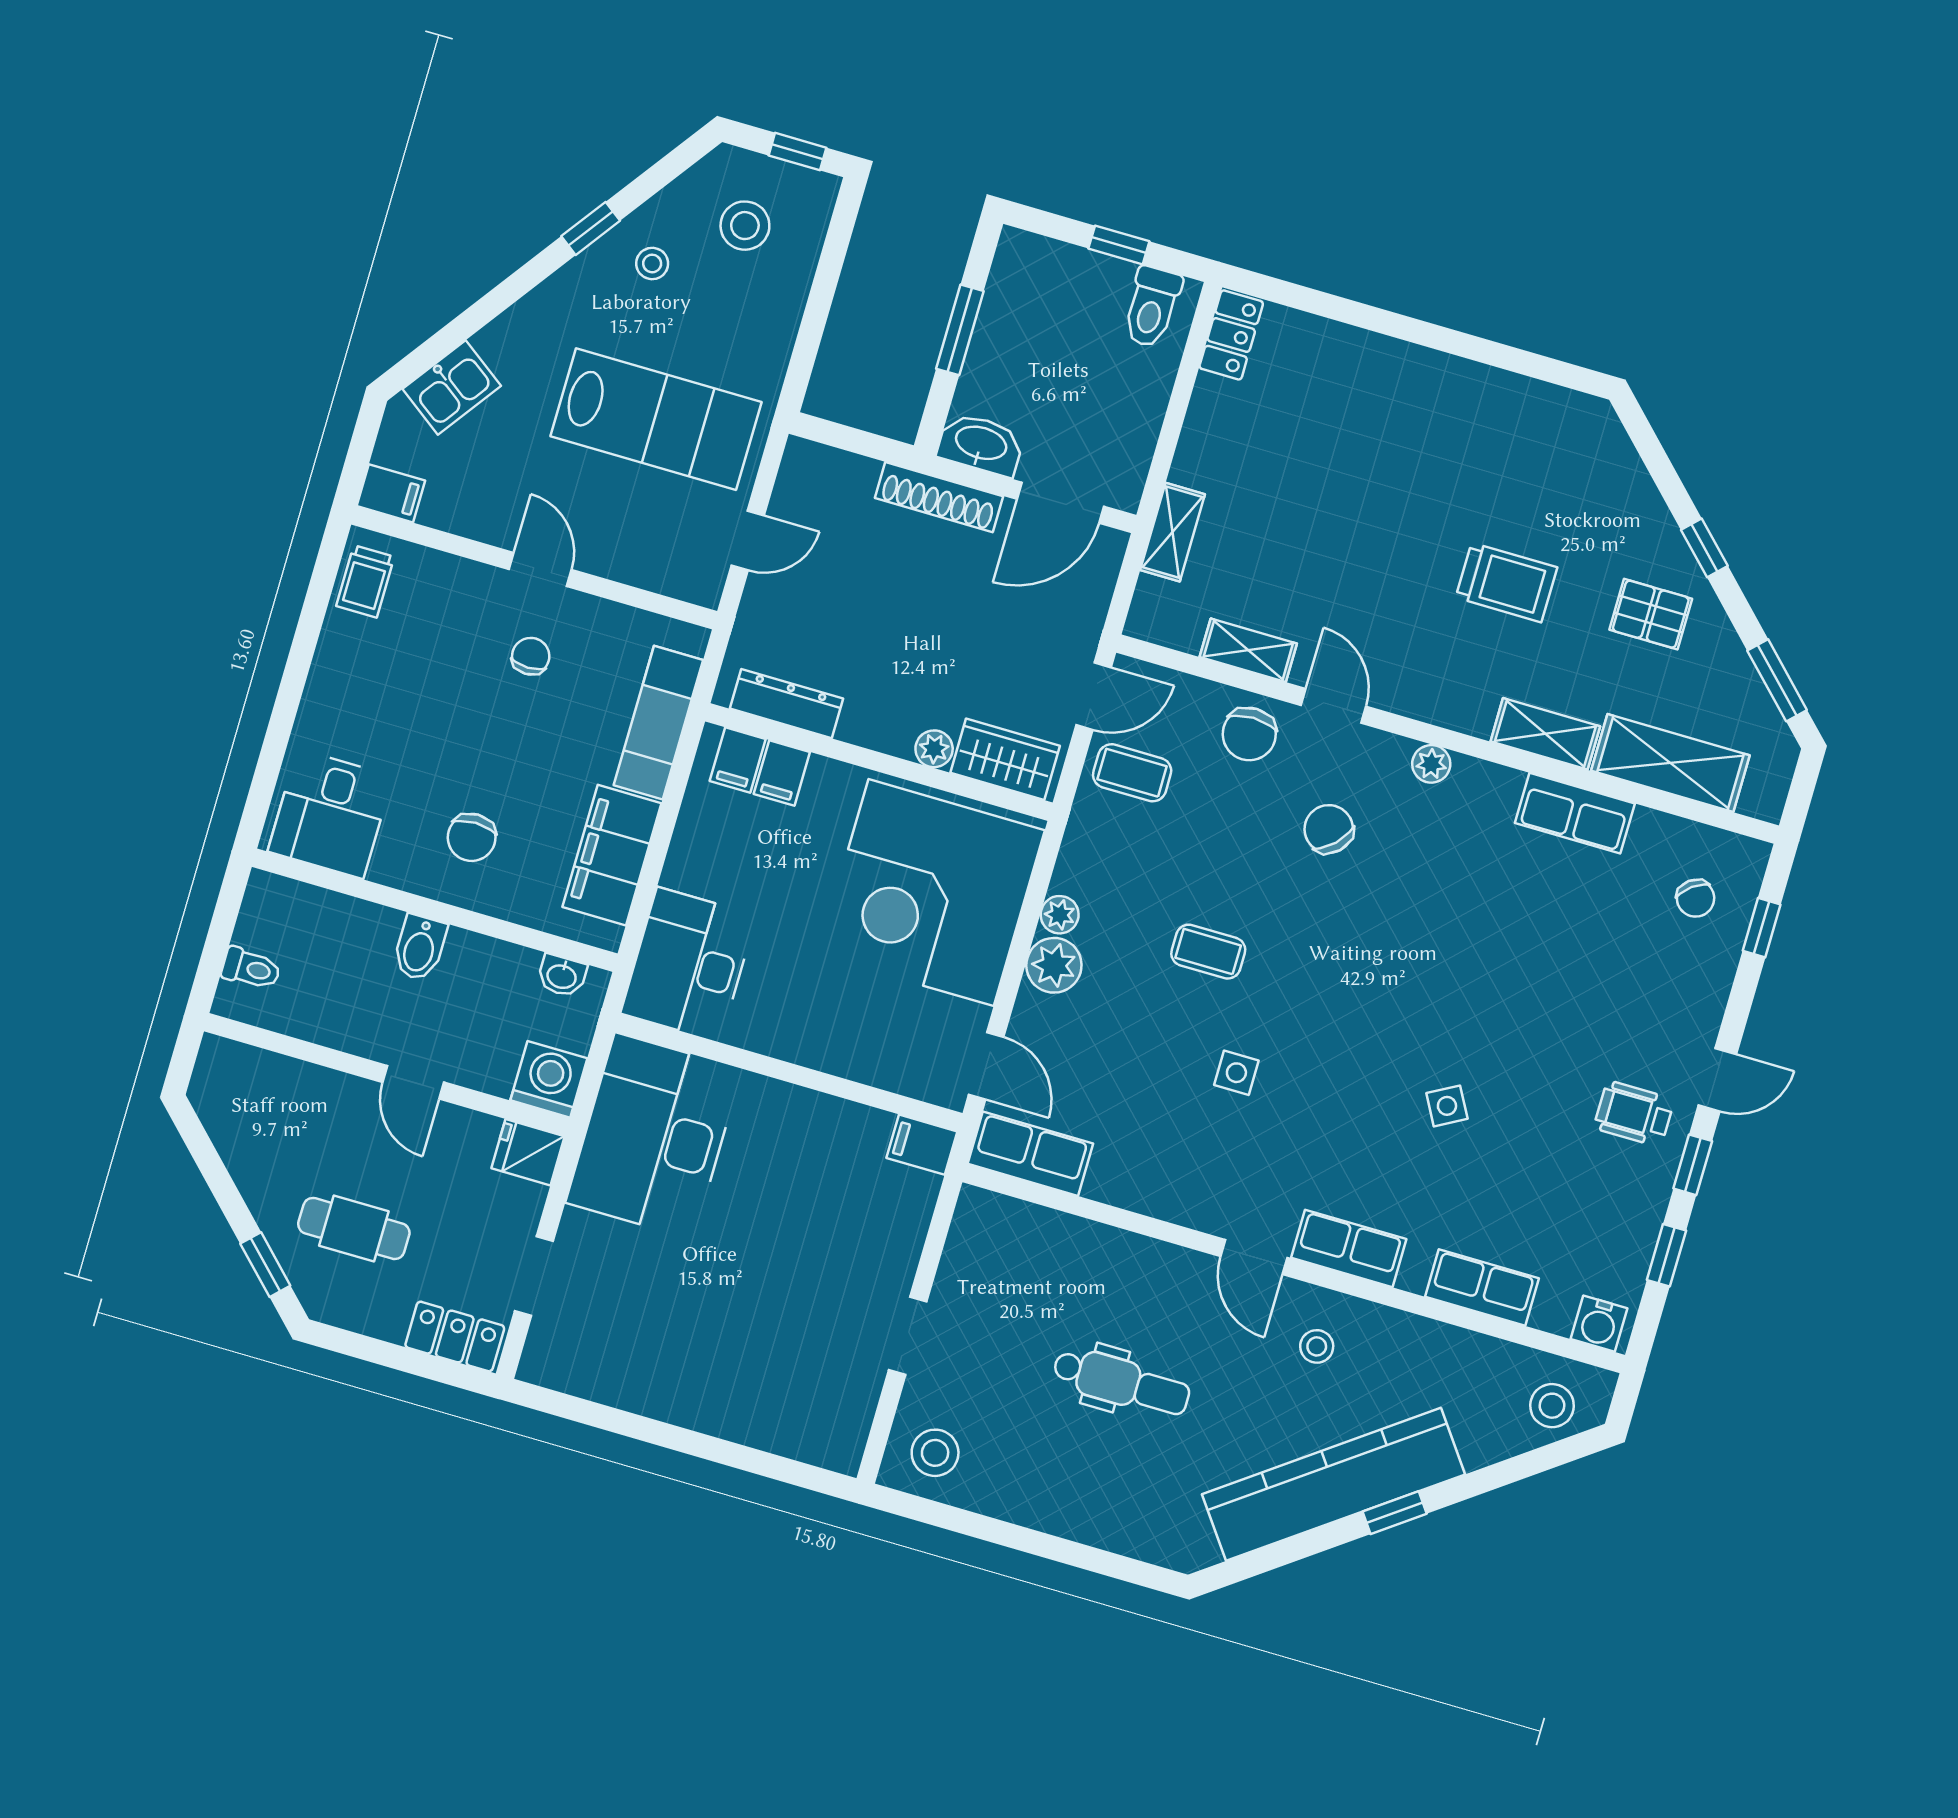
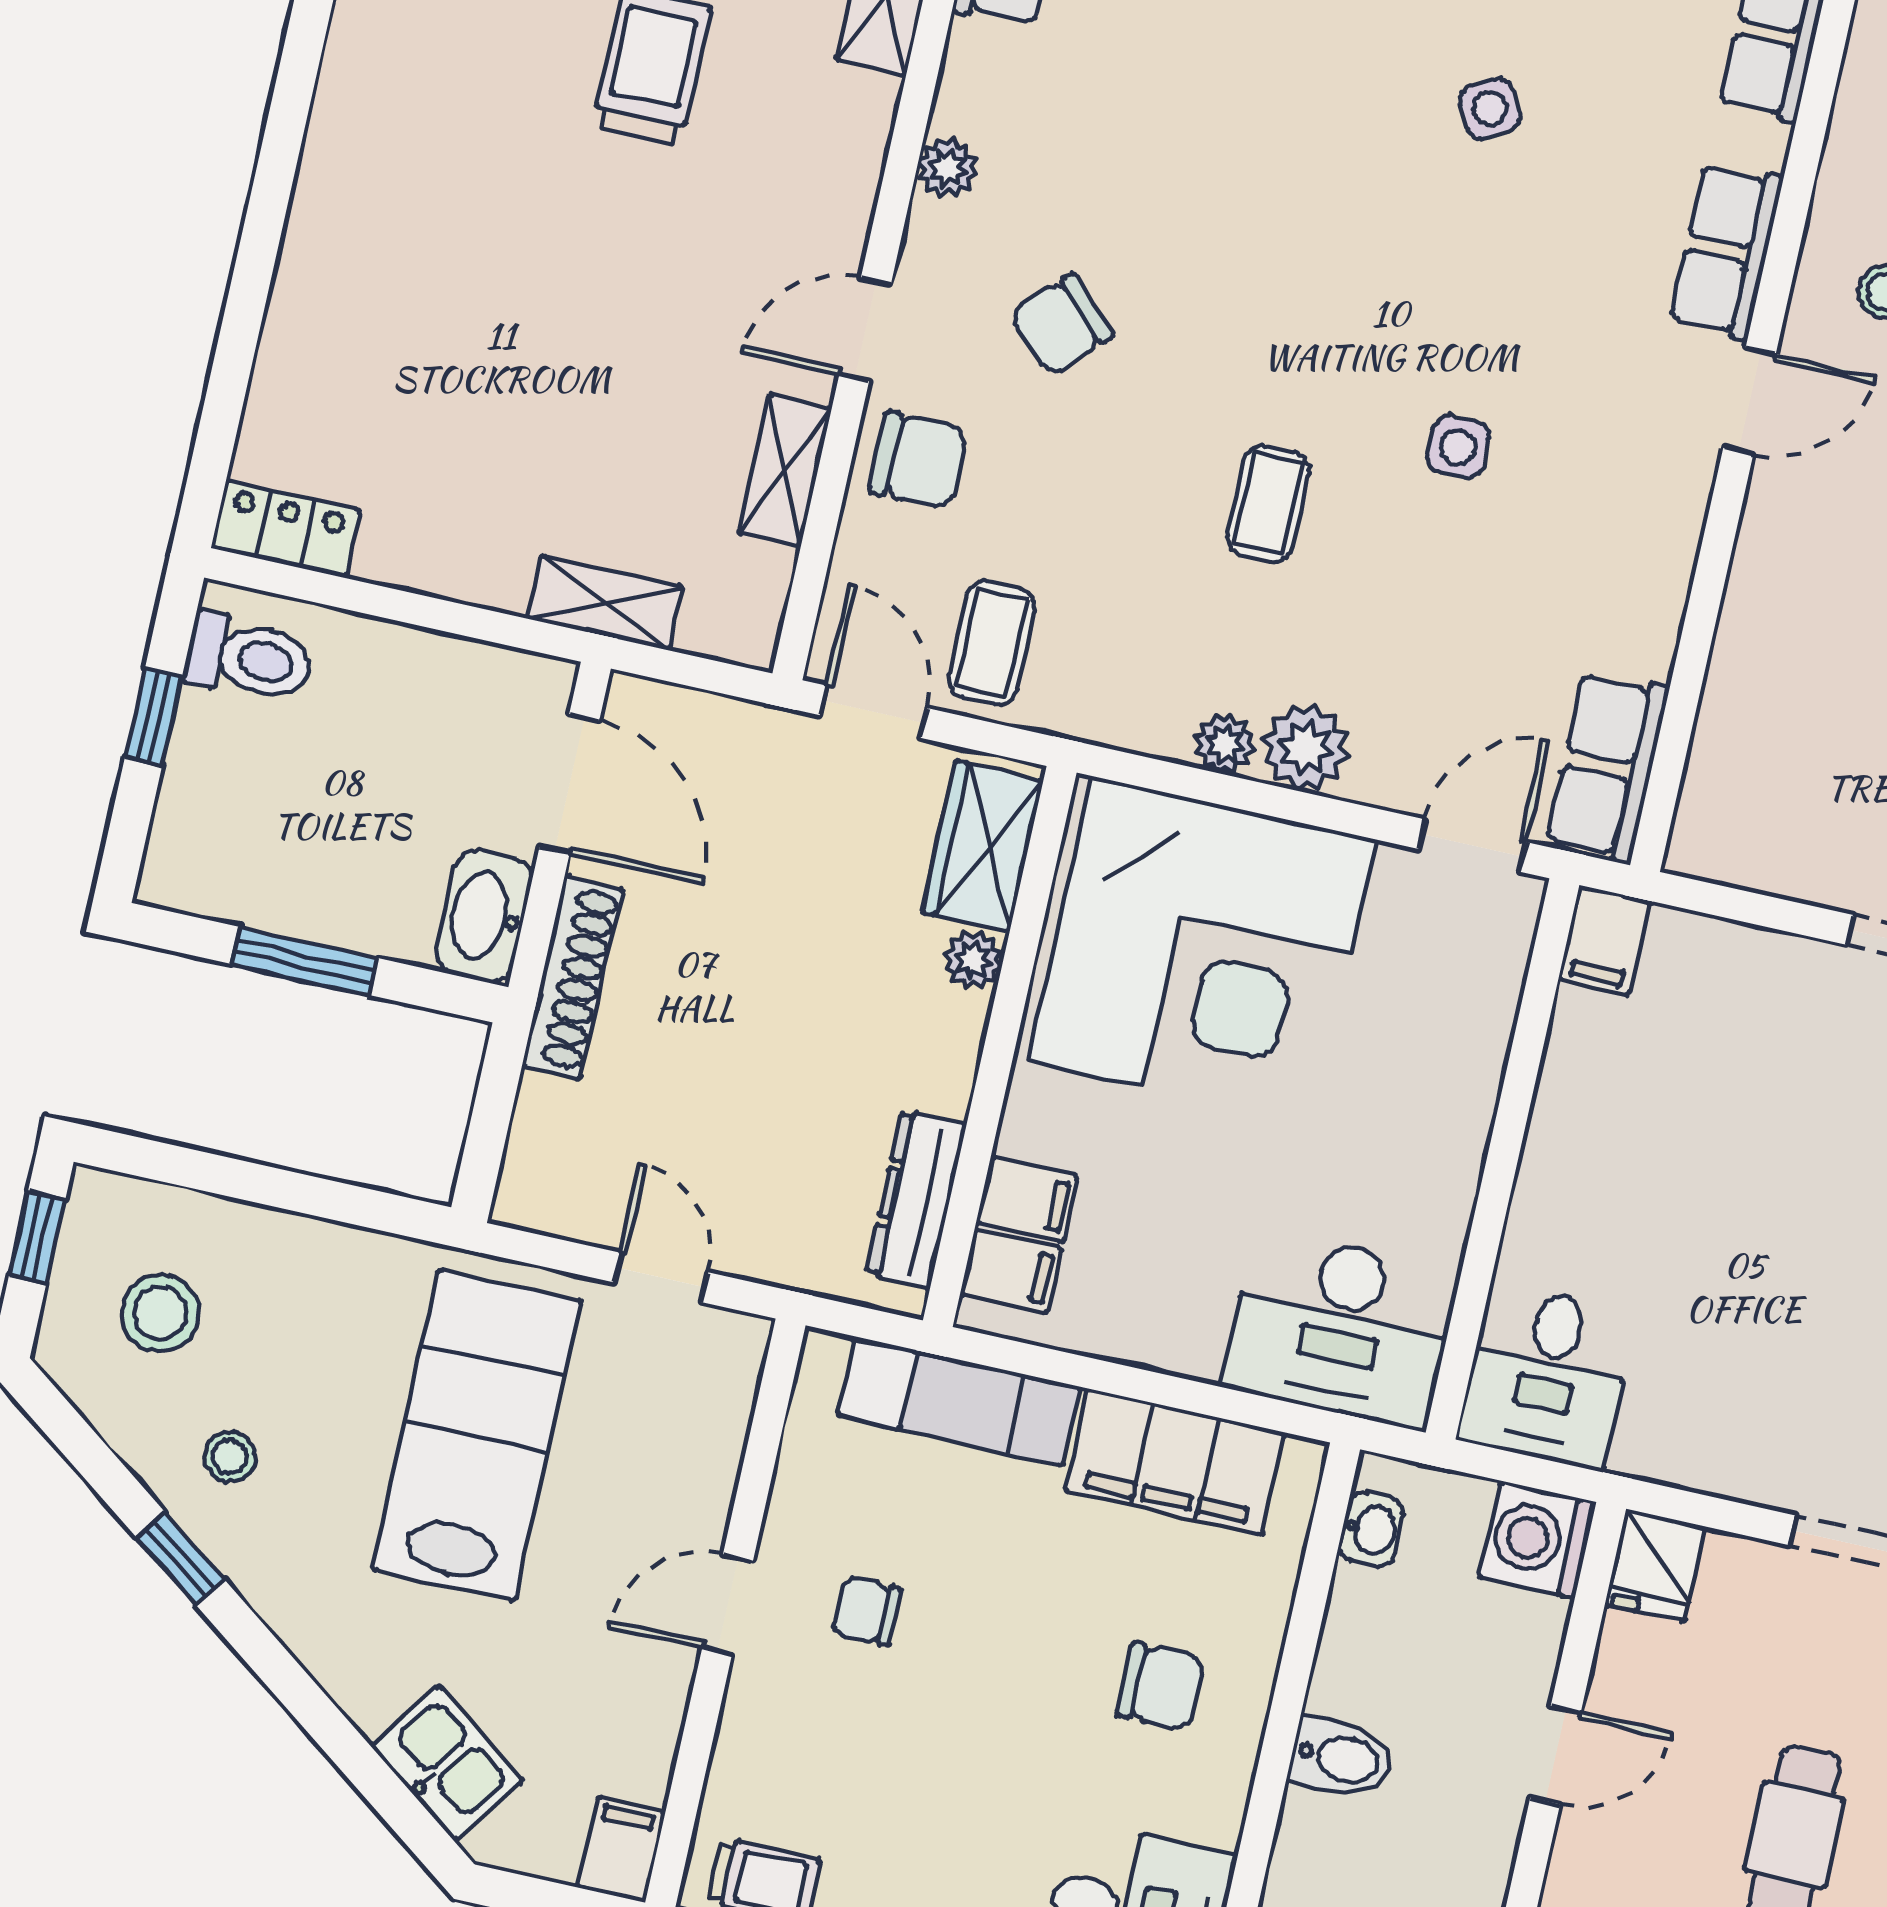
desk: (654, 1136) -> (1547, 1376), width x0.53, depth x0.77

